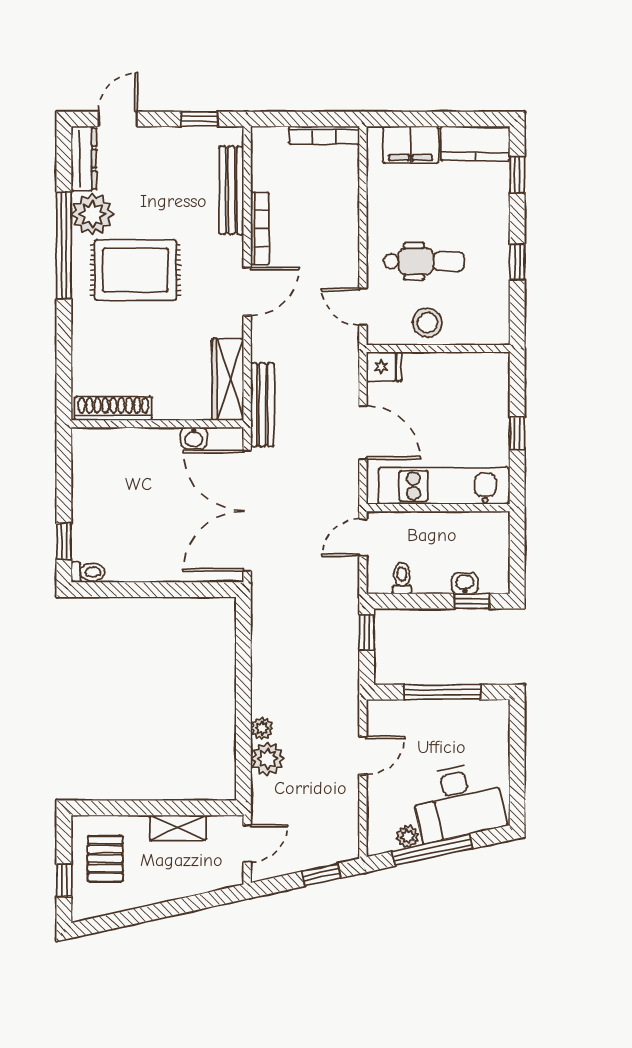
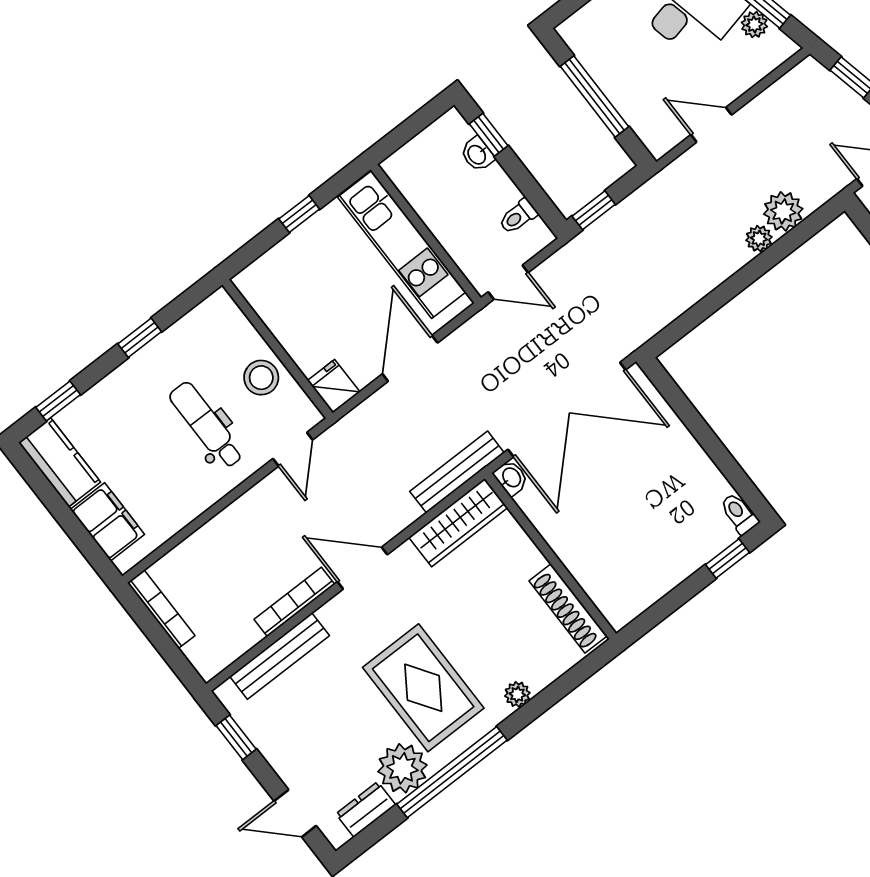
dresser: (84, 159) -> (366, 809), width x0.70
plant: (82, 330) -> (517, 694), added
washbasin: (194, 438) -> (511, 478), moved

